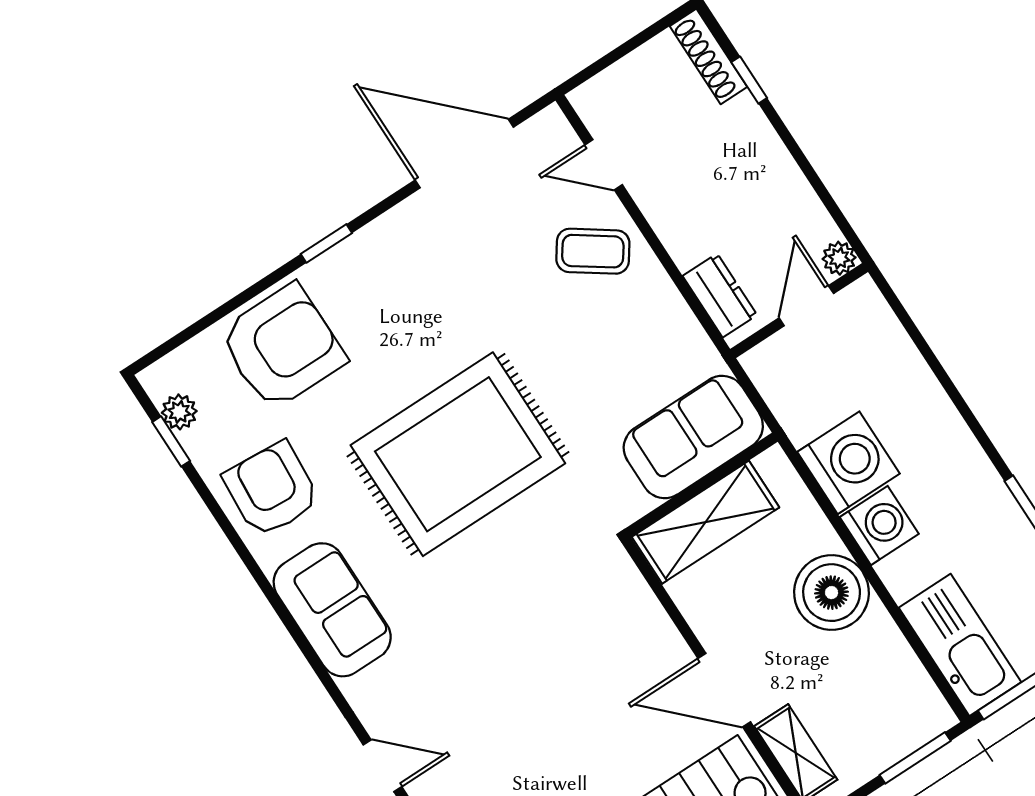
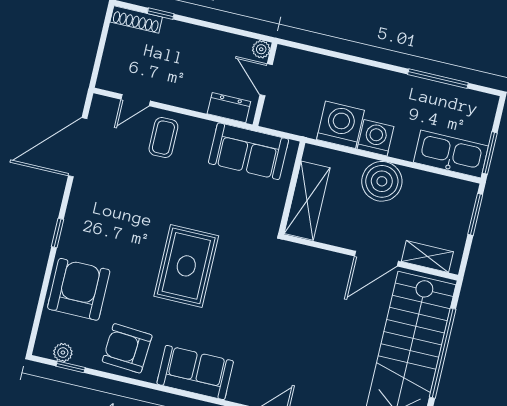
coffee table: (593, 251) -> (163, 138), turned -35
sofa: (693, 437) -> (248, 151), moved, turned -90
rug: (458, 454) -> (186, 266), width x0.73, depth x0.69

